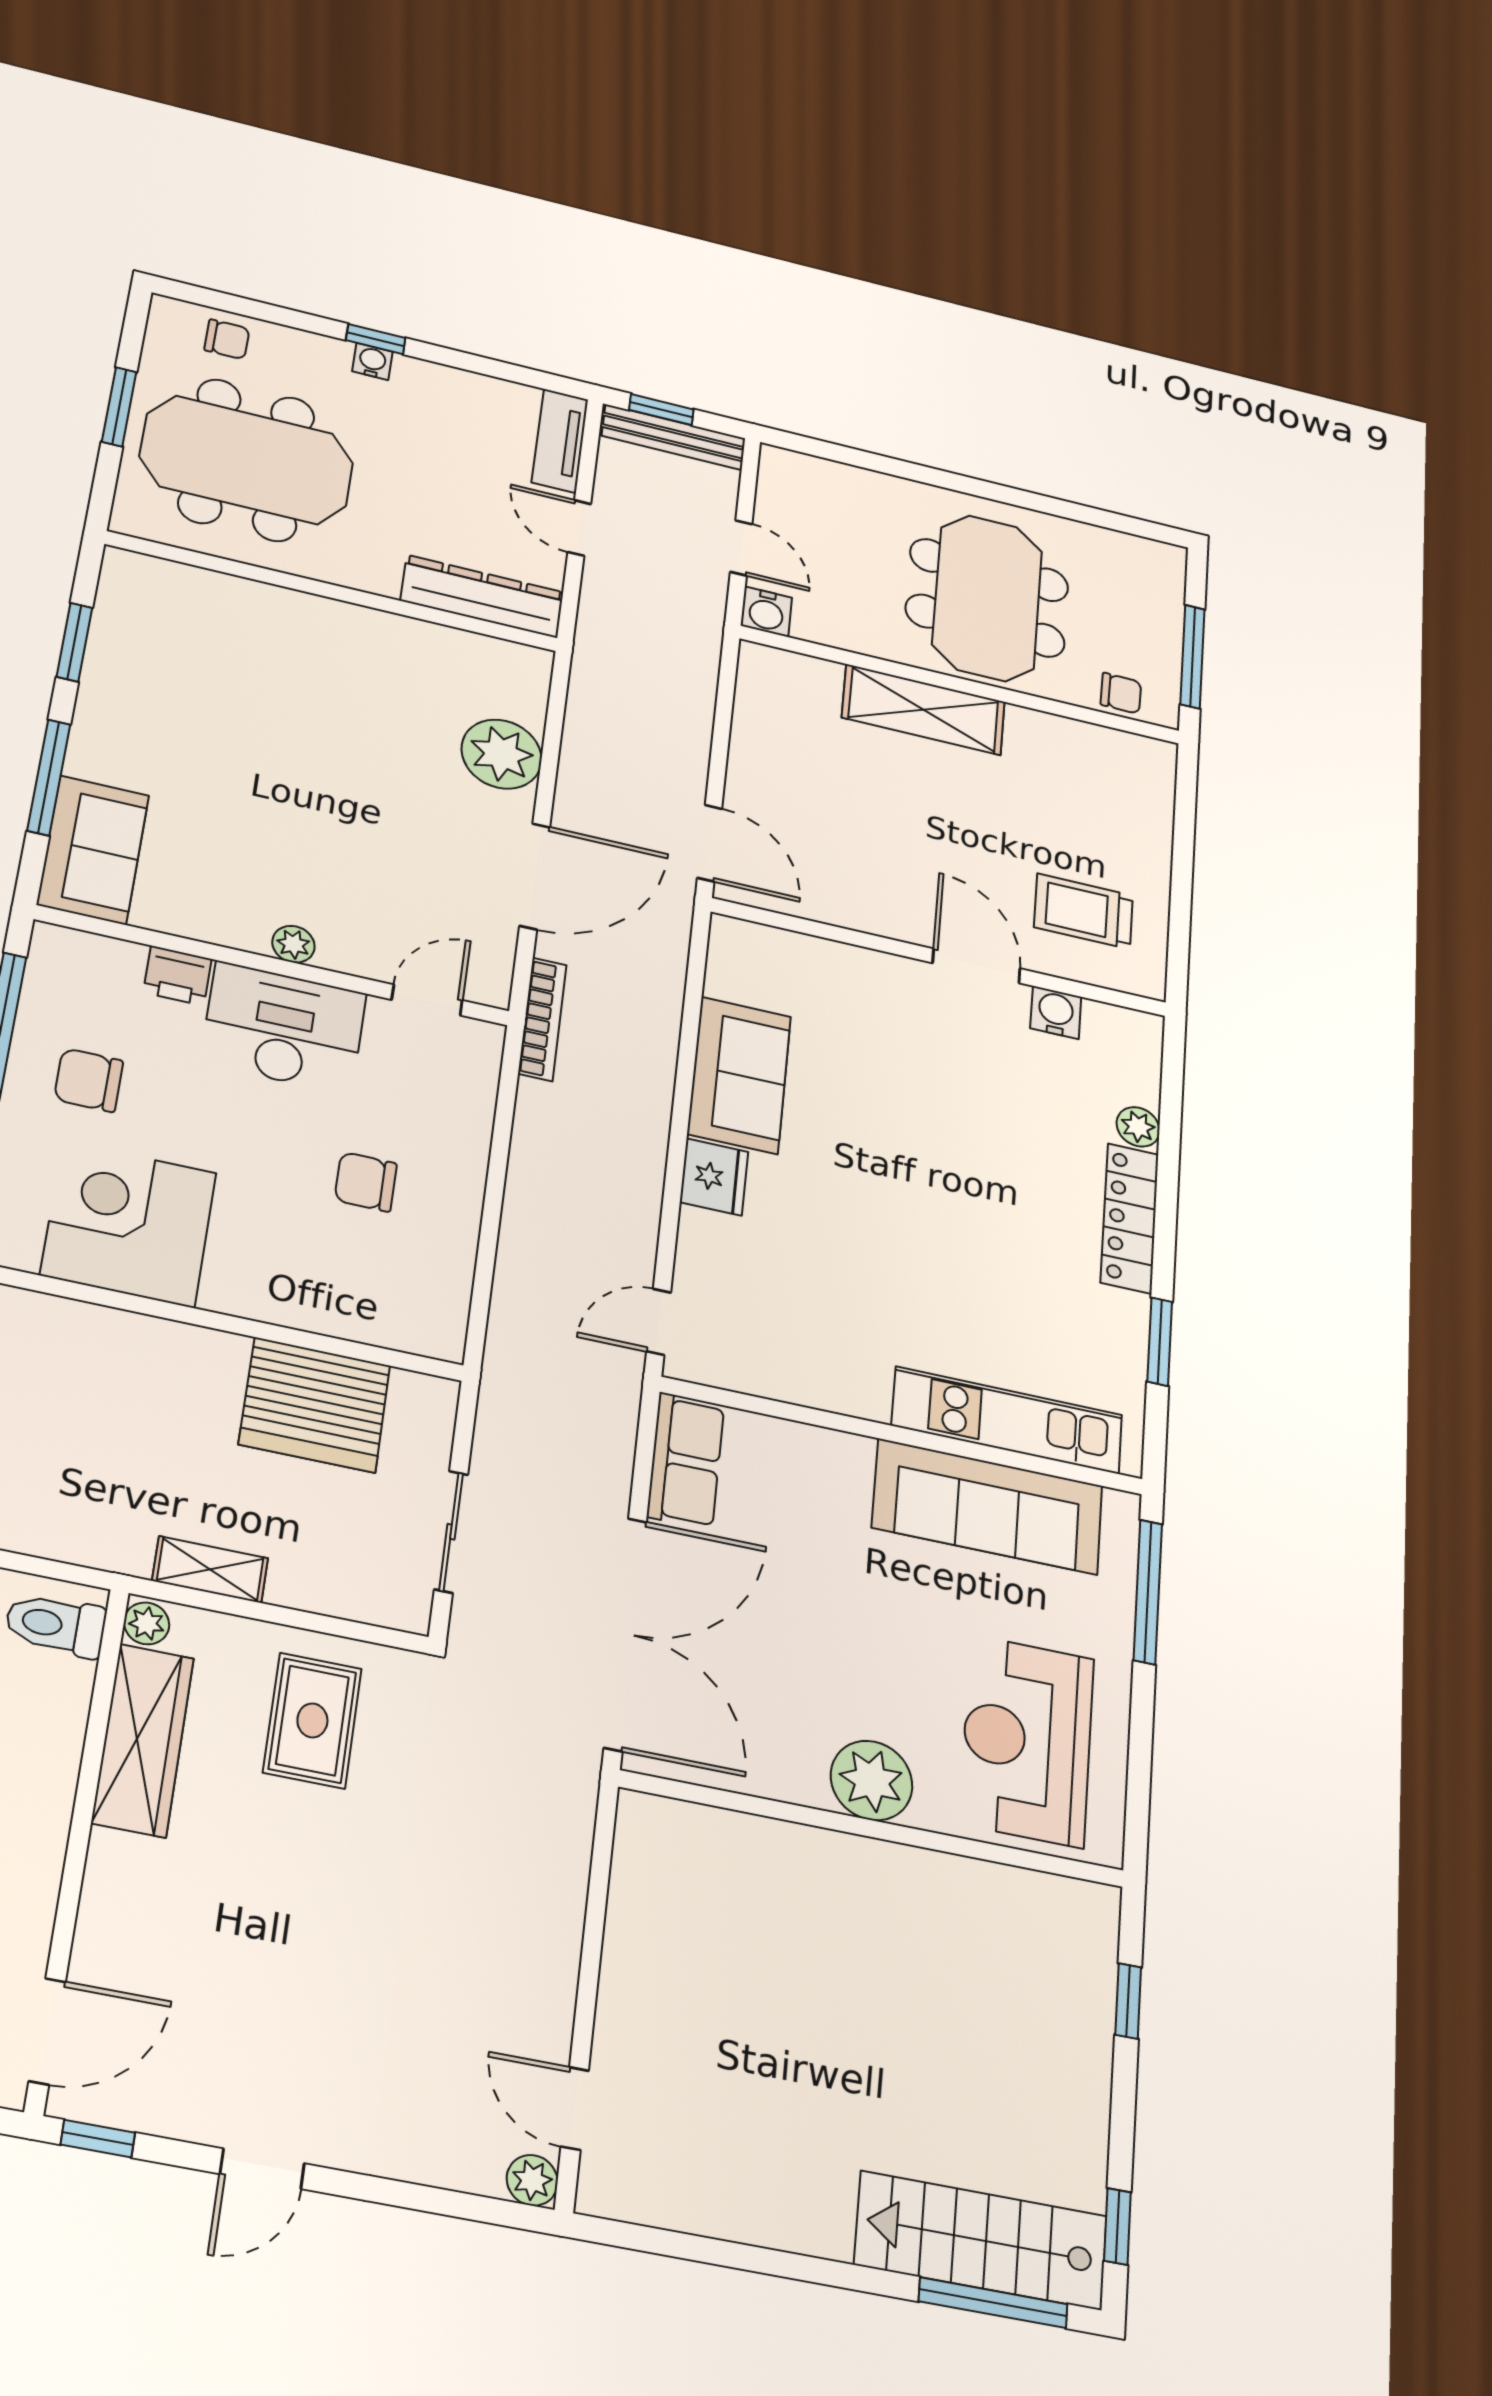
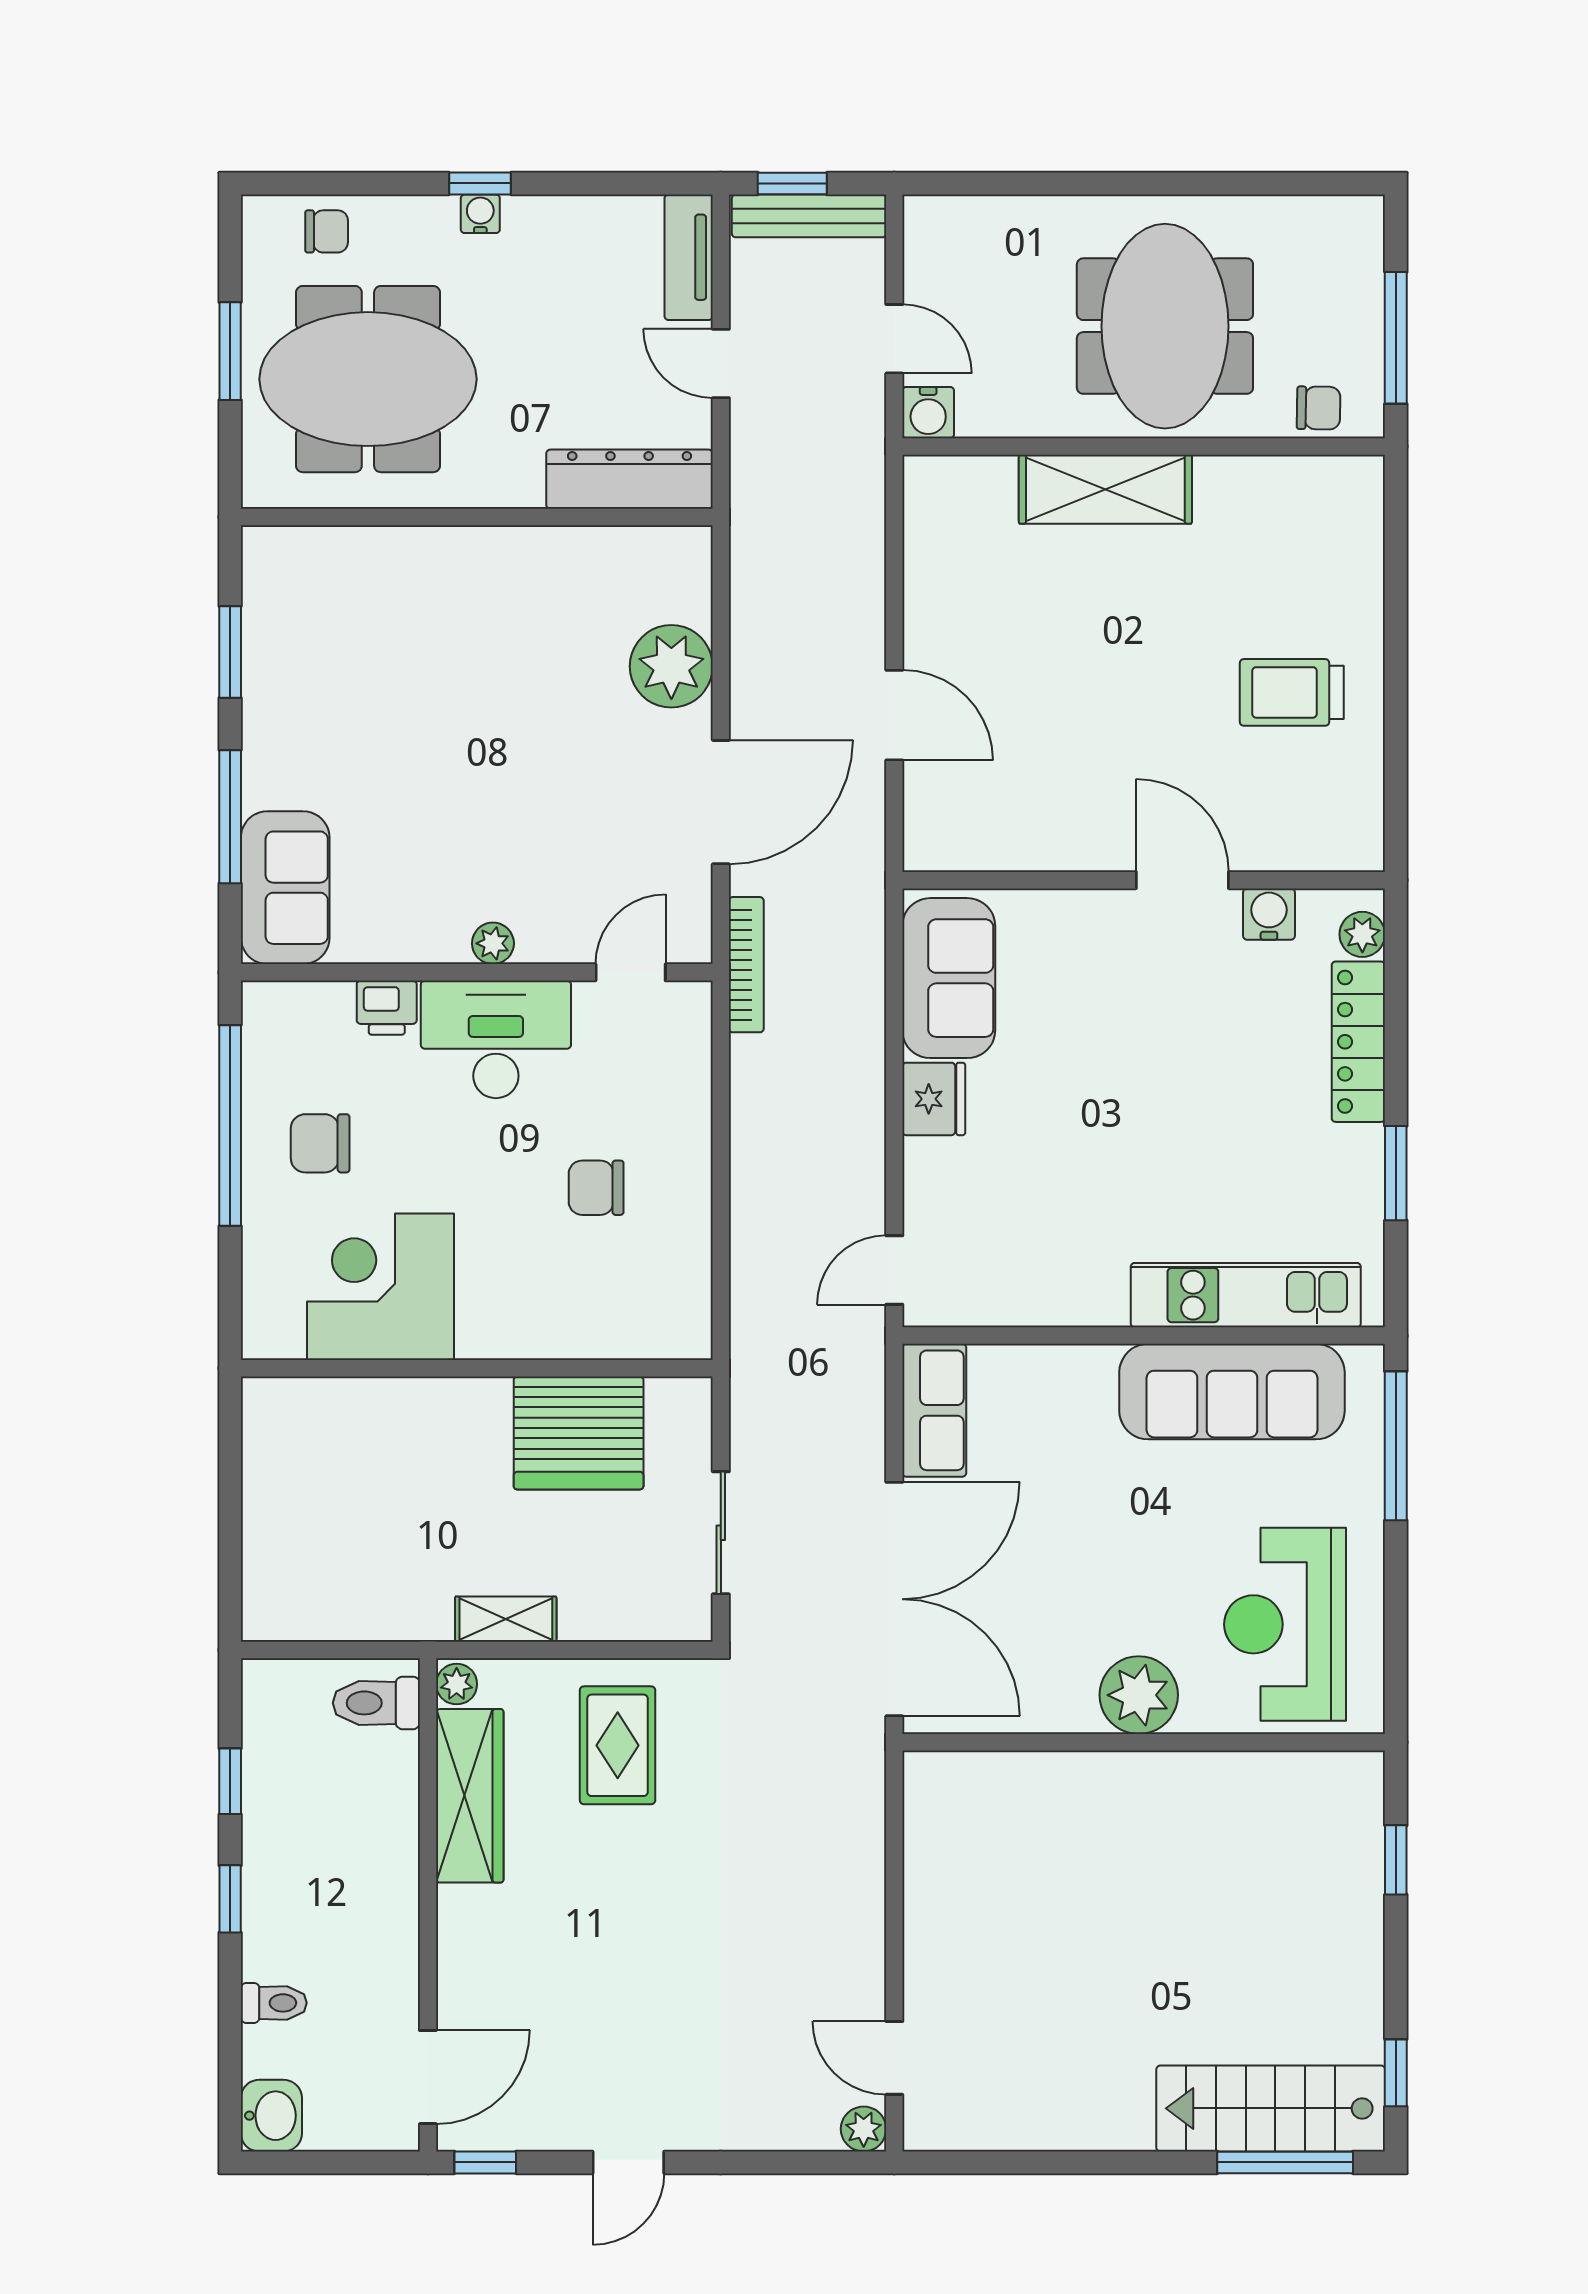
wall: (940, 957) -> (1144, 880), moved
door: (976, 966) -> (1182, 880), moved
water cooler: (1056, 1013) -> (1269, 914), moved

